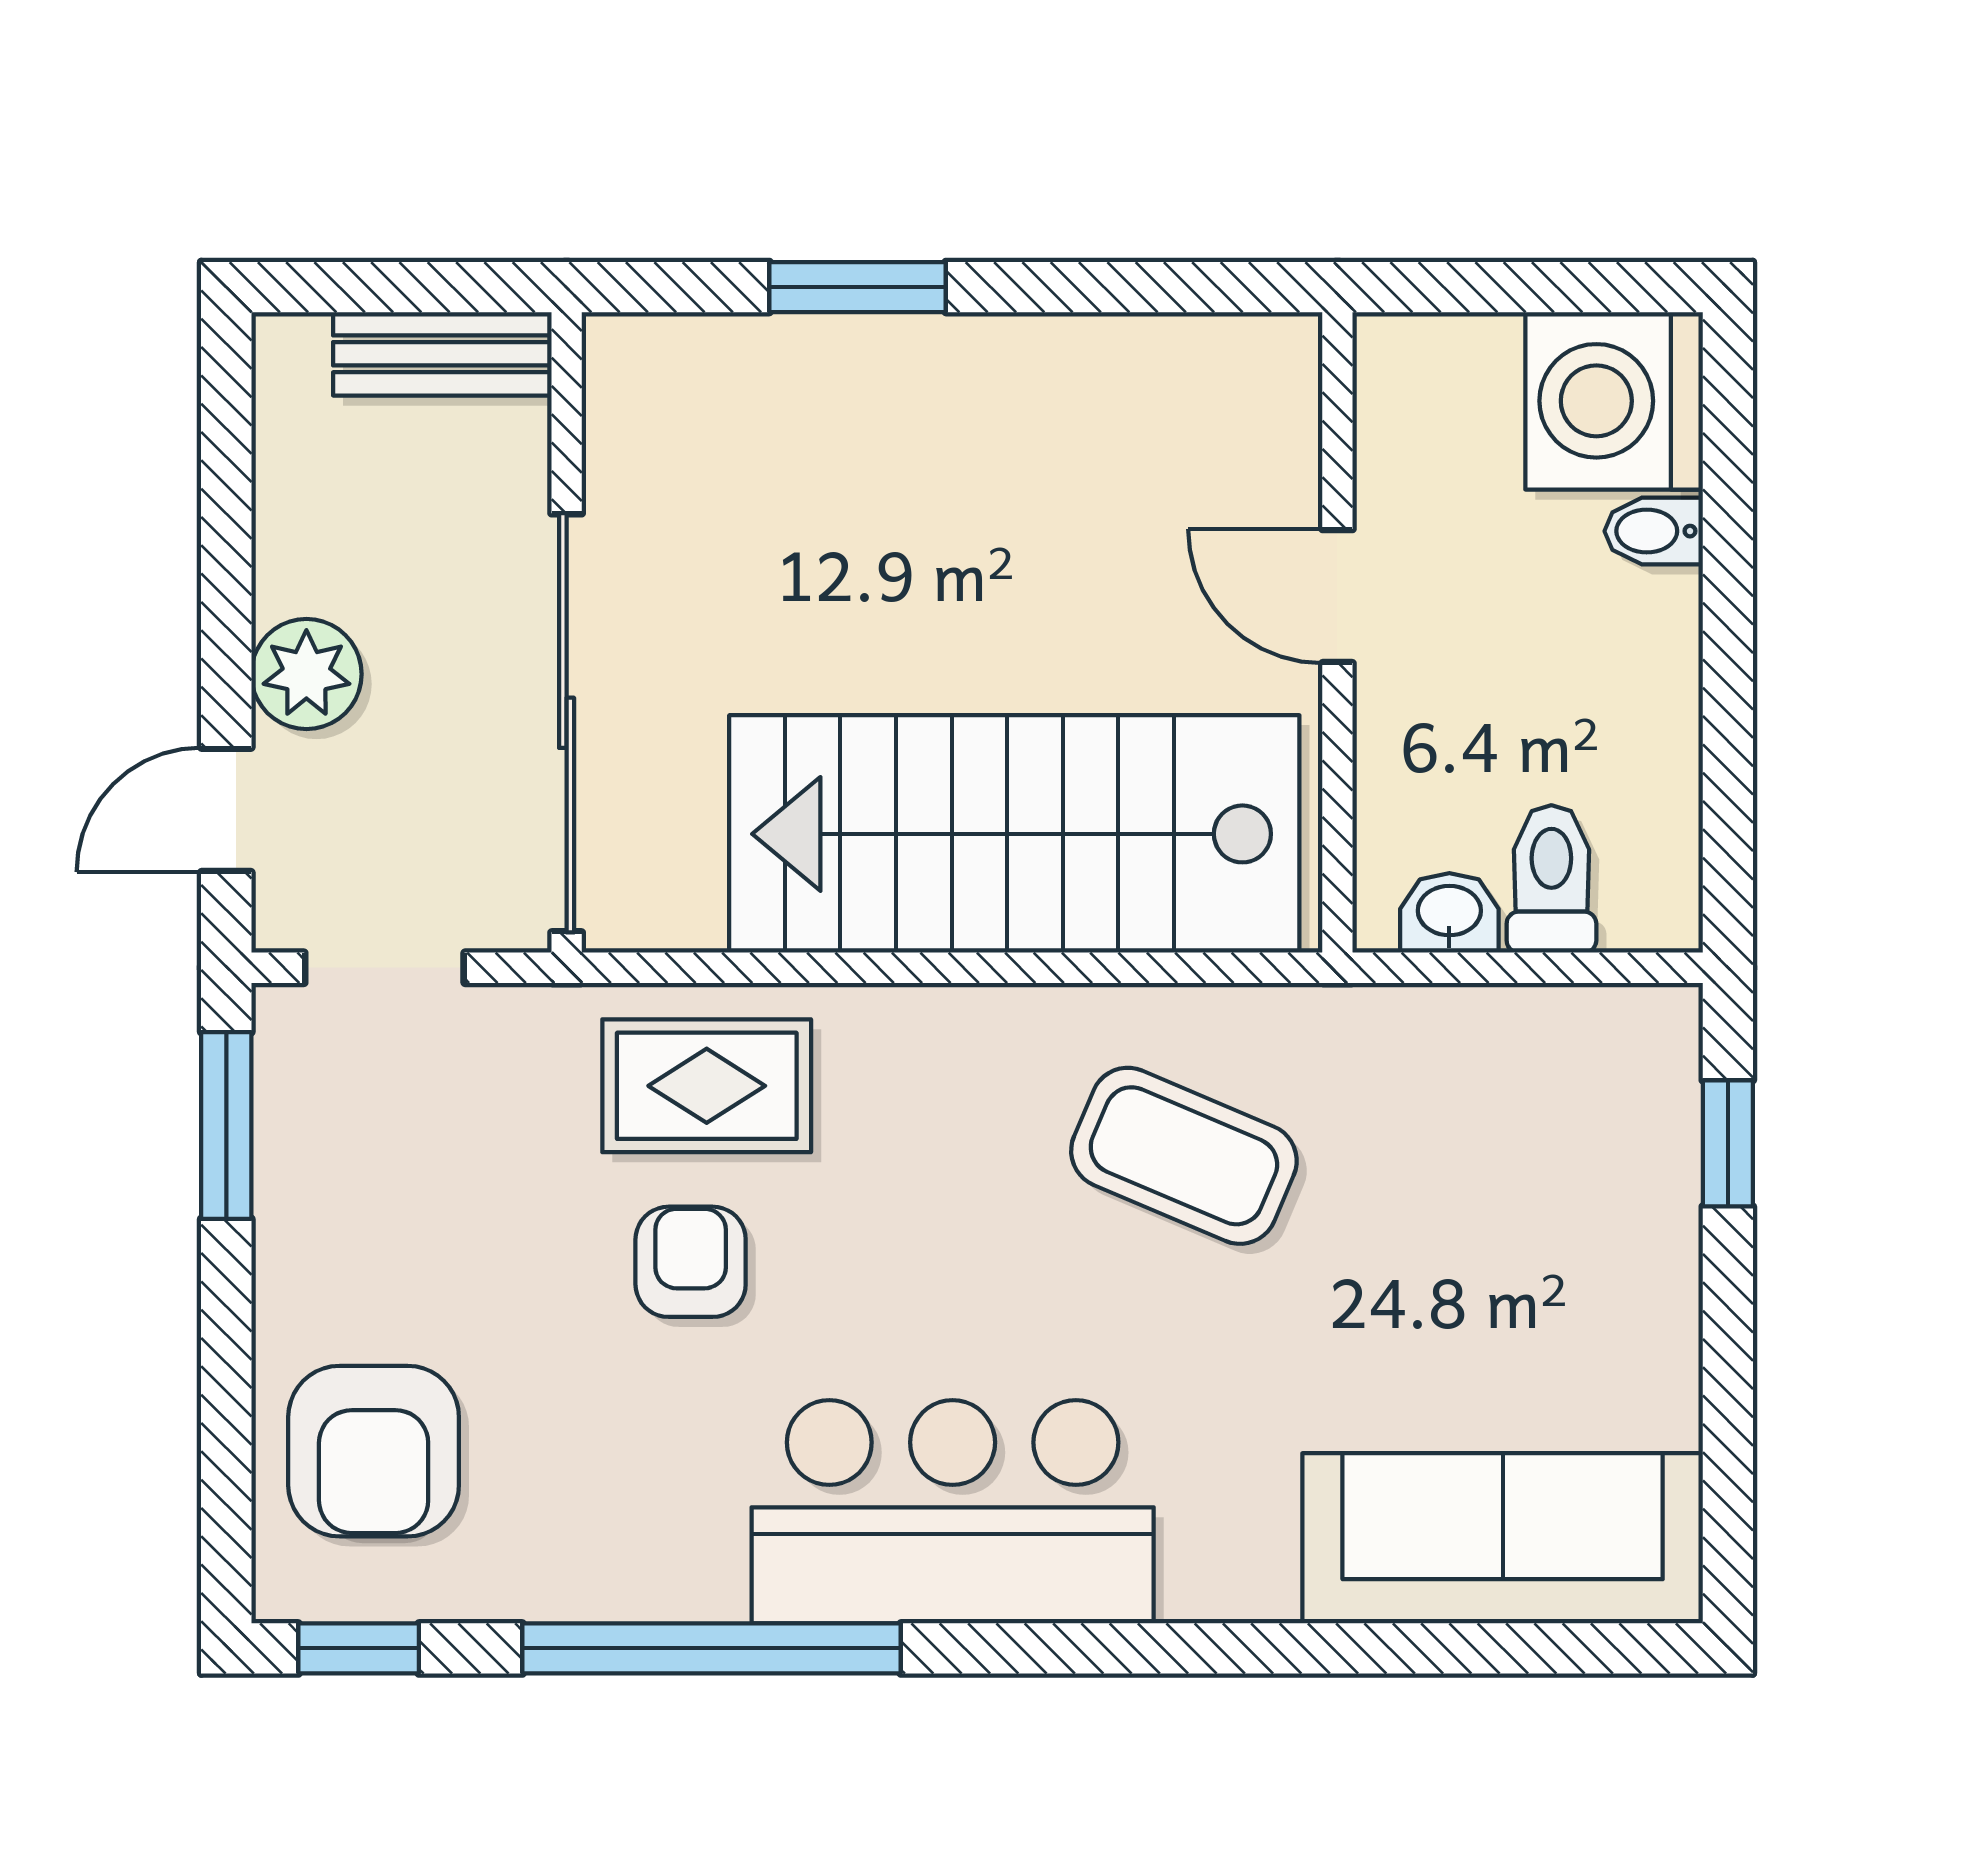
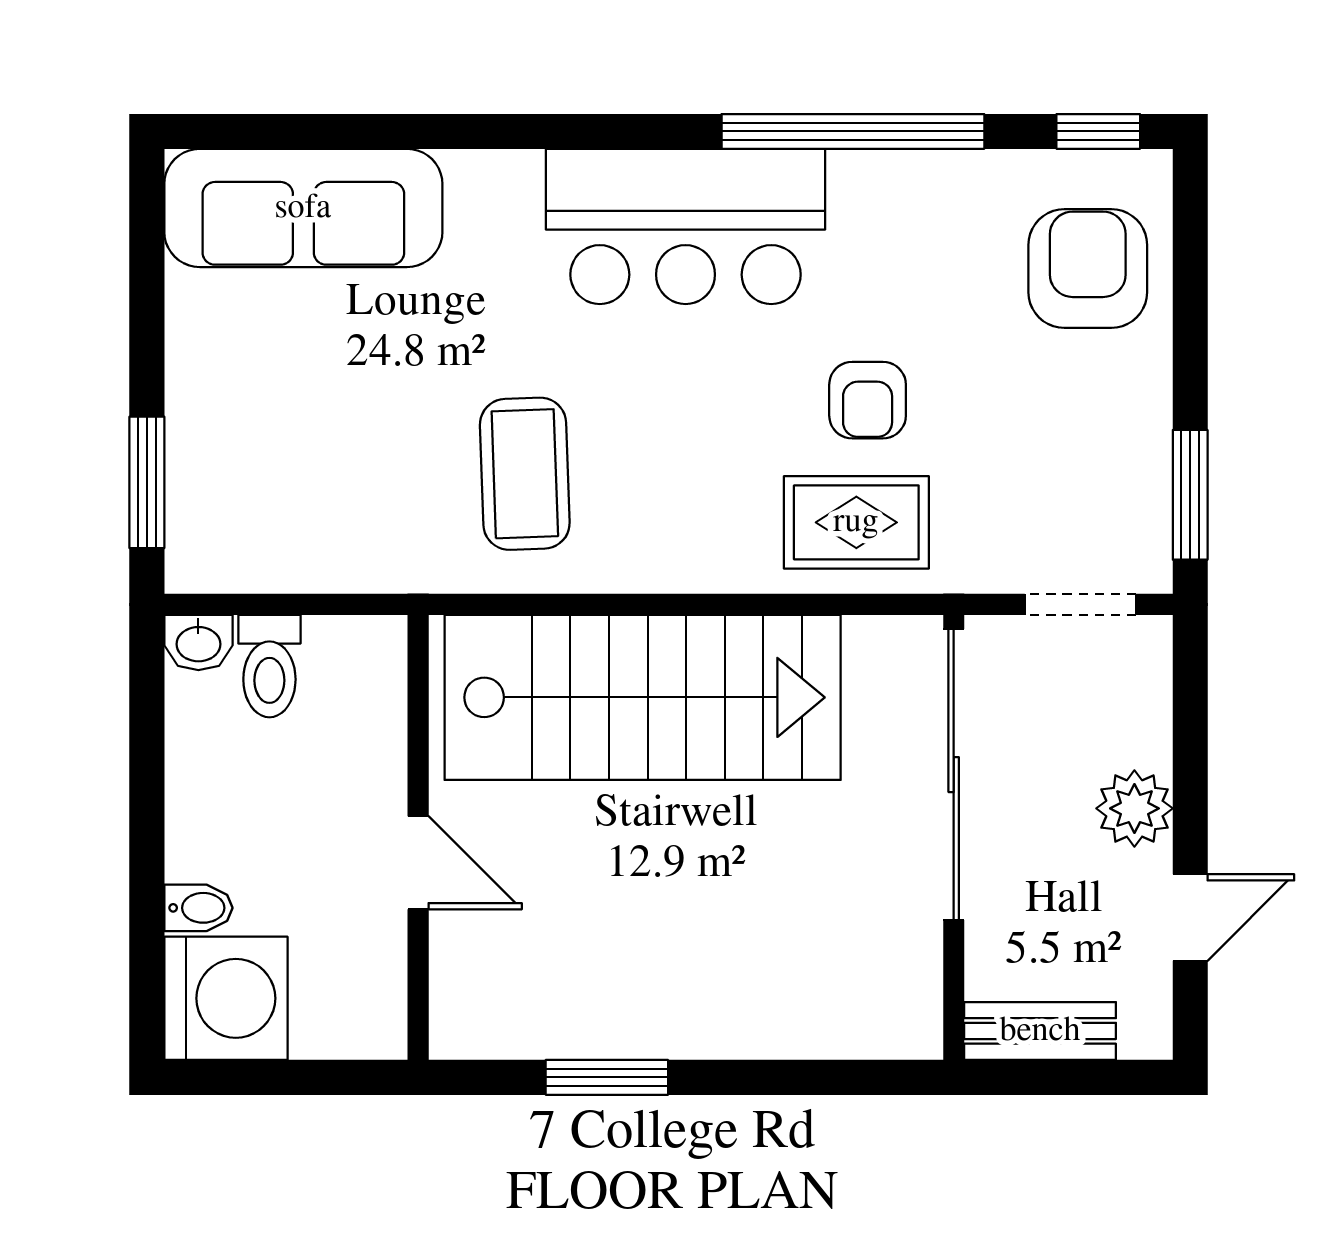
window: (858, 287) -> (607, 1077), moved
door: (226, 810) -> (1190, 918), moved
washbasin: (1449, 913) -> (198, 643), moved
window: (1728, 1143) -> (147, 482), width x1.50
coffee table: (1184, 1156) -> (525, 474), turned 65

